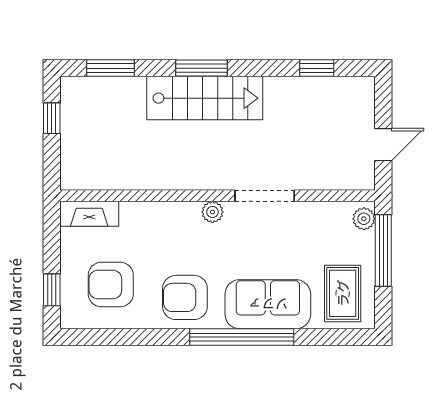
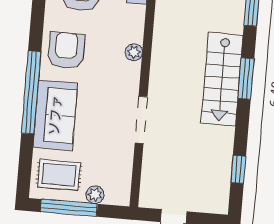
plant: (212, 212) -> (134, 52), moved
plant: (364, 219) -> (95, 195), moved
window: (383, 251) -> (69, 208), moved

